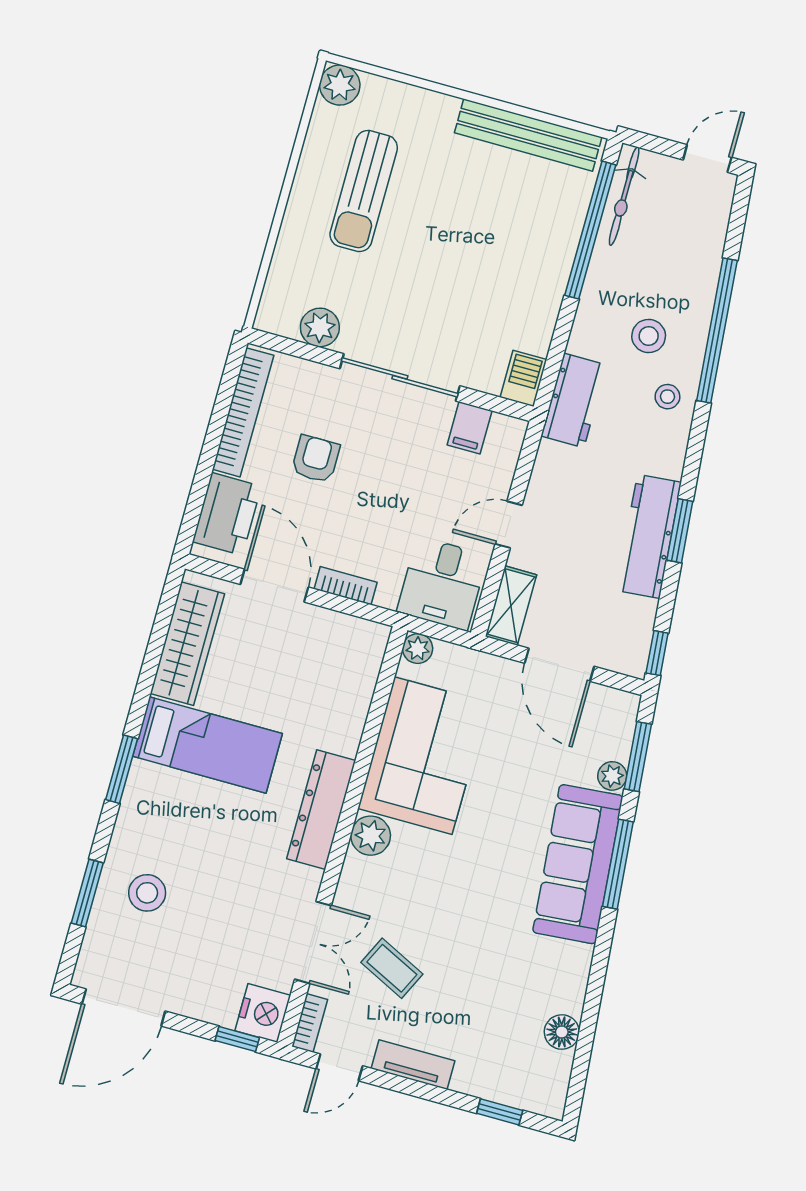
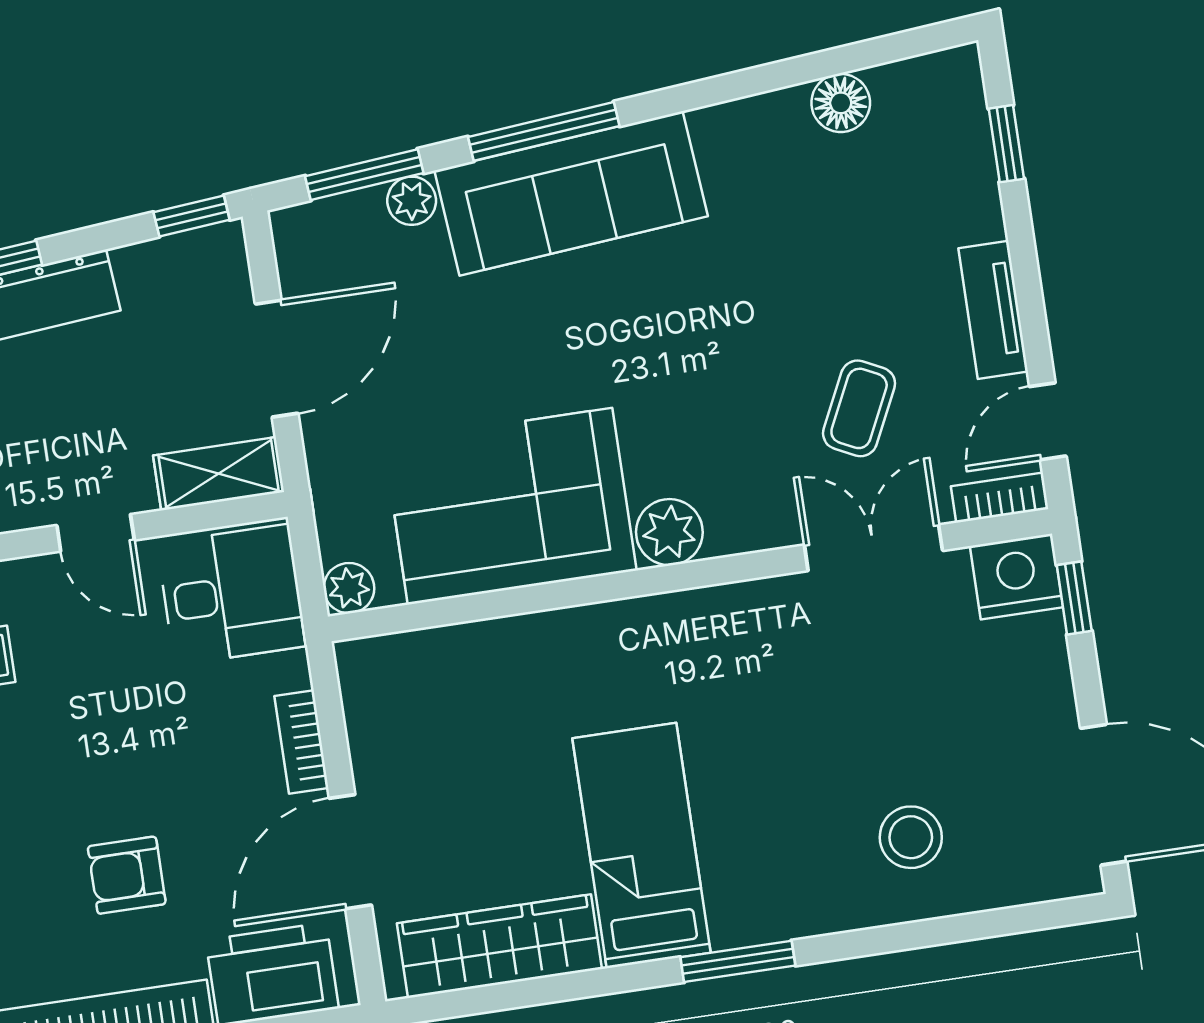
dresser: (321, 810) -> (663, 626), removed
window: (87, 893) -> (952, 929), removed
door: (339, 1067) -> (1048, 421), swing flipped

